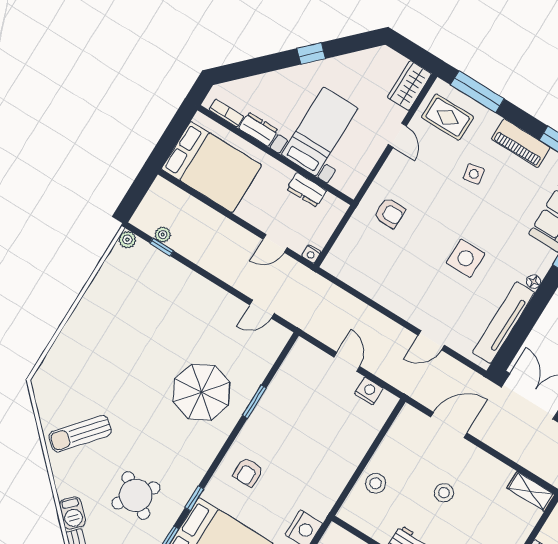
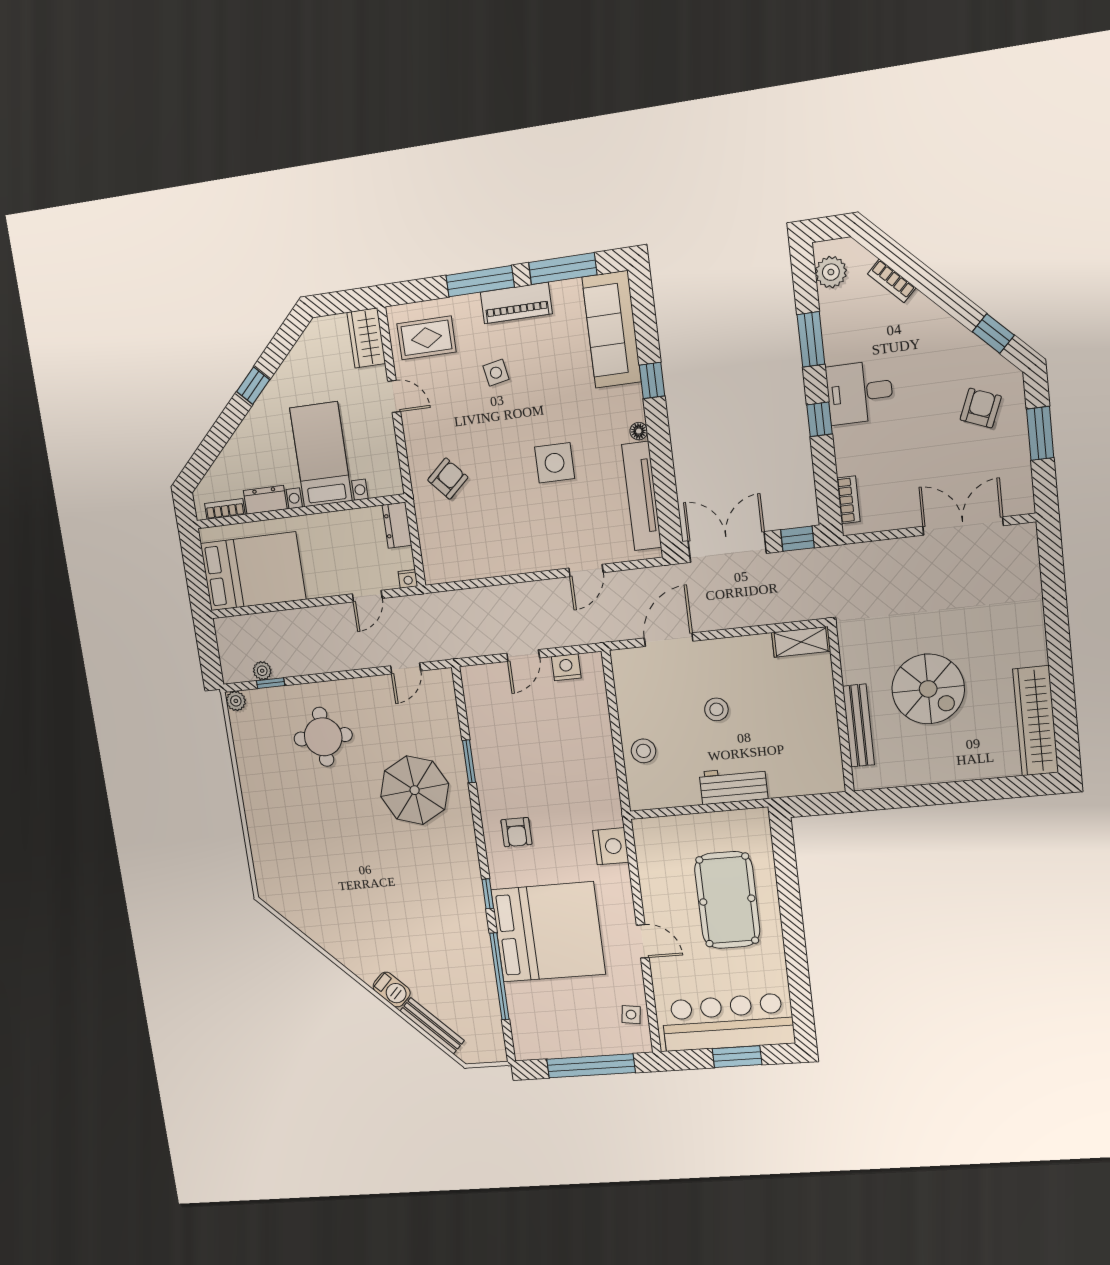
window: (477, 92) -> (480, 281), moved
dresser: (307, 190) -> (397, 525), moved, turned 90
armchair: (390, 213) -> (448, 479), turned -42
door: (347, 362) -> (523, 656), swing flipped
sun lounger: (80, 434) -> (340, 912), removed
round table: (136, 495) -> (323, 737), moved, turned -35

